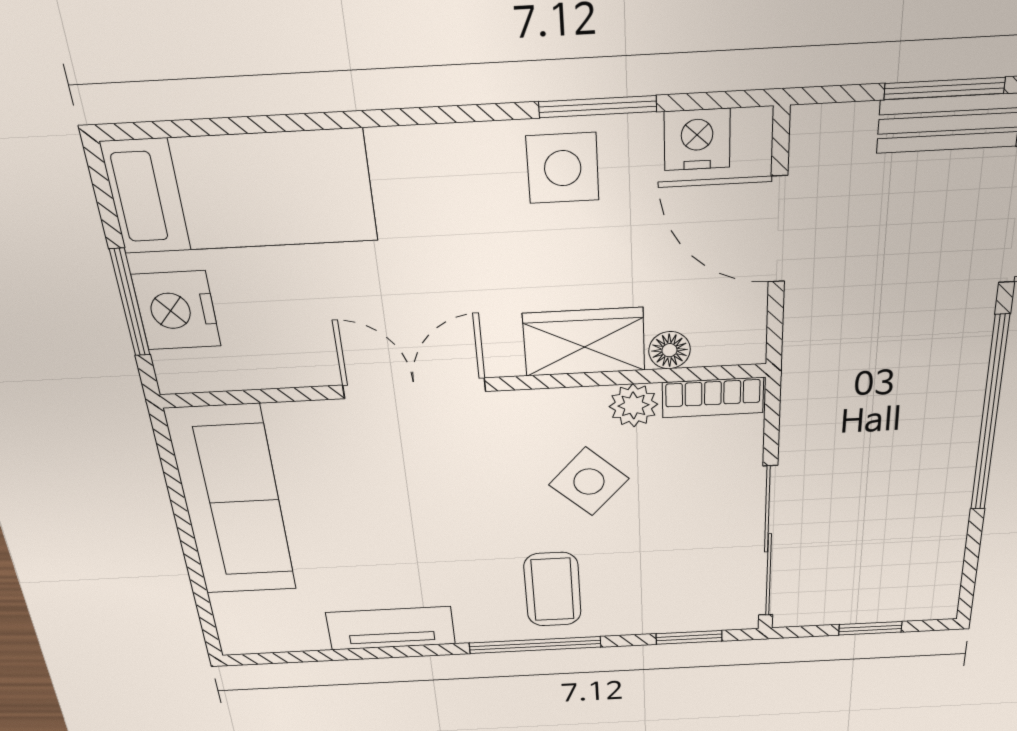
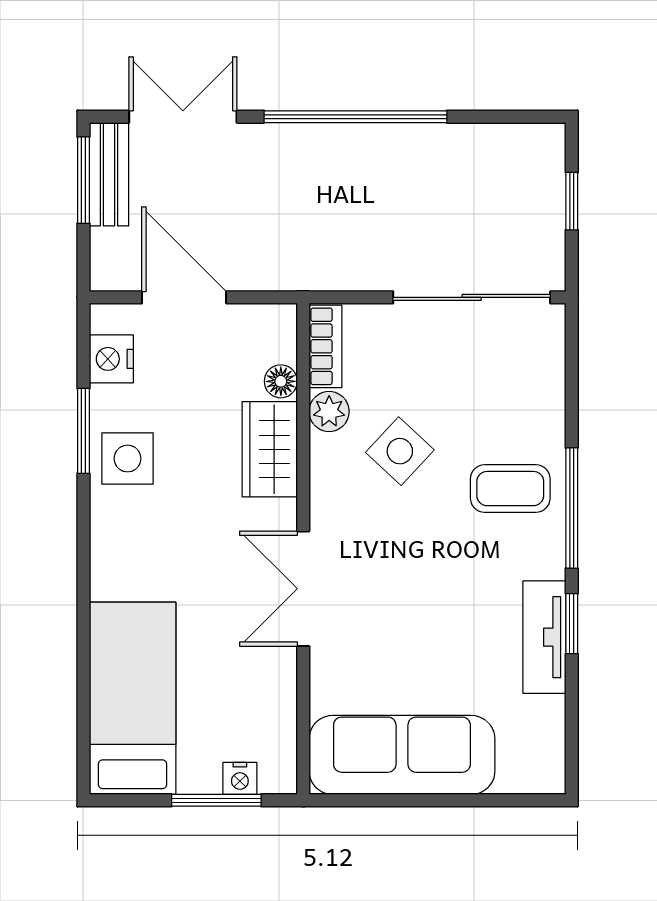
door: (778, 230) -> (184, 297), swing flipped
nightstand: (177, 311) -> (240, 778), width x0.53, depth x0.56
window: (689, 637) -> (572, 624), moved

